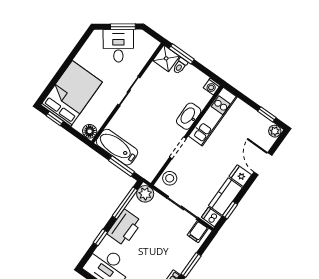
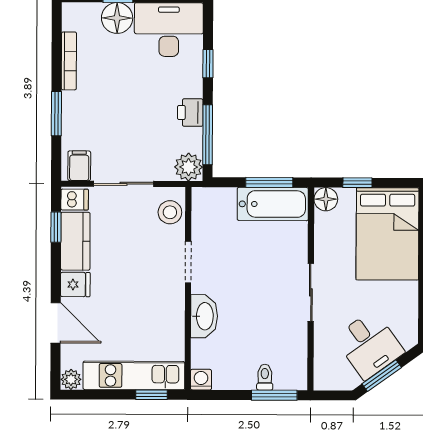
shower: (166, 58) -> (291, 374), removed
window: (267, 114) -> (152, 395), moved
kitchen unit: (213, 117) -> (134, 375), moved, turned 90
window: (55, 119) -> (357, 183), moved
window: (121, 166) -> (269, 182), moved
printer: (125, 228) -> (190, 113), width x0.53, depth x0.68

